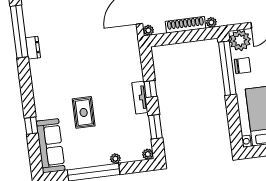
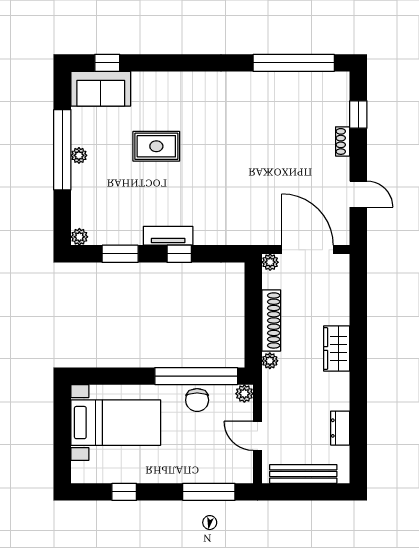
plant: (240, 40) -> (244, 394), width x0.53, depth x0.53
dresser: (33, 48) -> (266, 81), removed
window: (31, 126) -> (107, 63), moved
sofa: (51, 146) -> (101, 89), width x0.73
plant: (115, 159) -> (79, 155), moved

